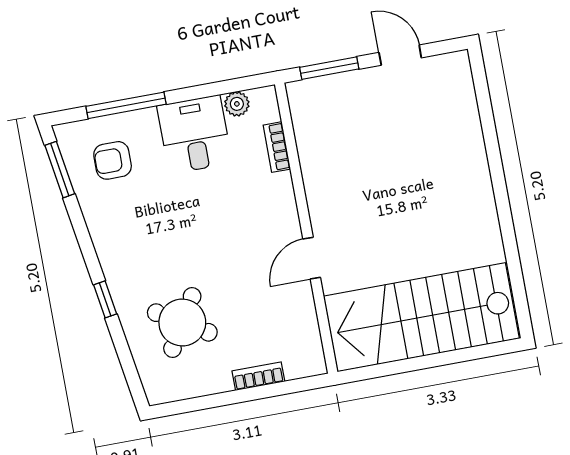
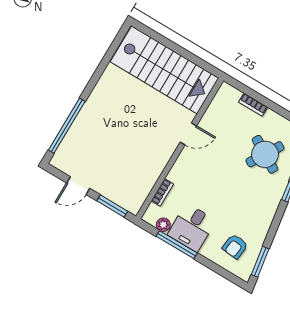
door: (400, 55) -> (78, 186), hinge flipped
window: (126, 105) -> (177, 245), moved
window: (488, 123) -> (67, 126), added
armchair: (113, 160) -> (235, 246), turned 96

